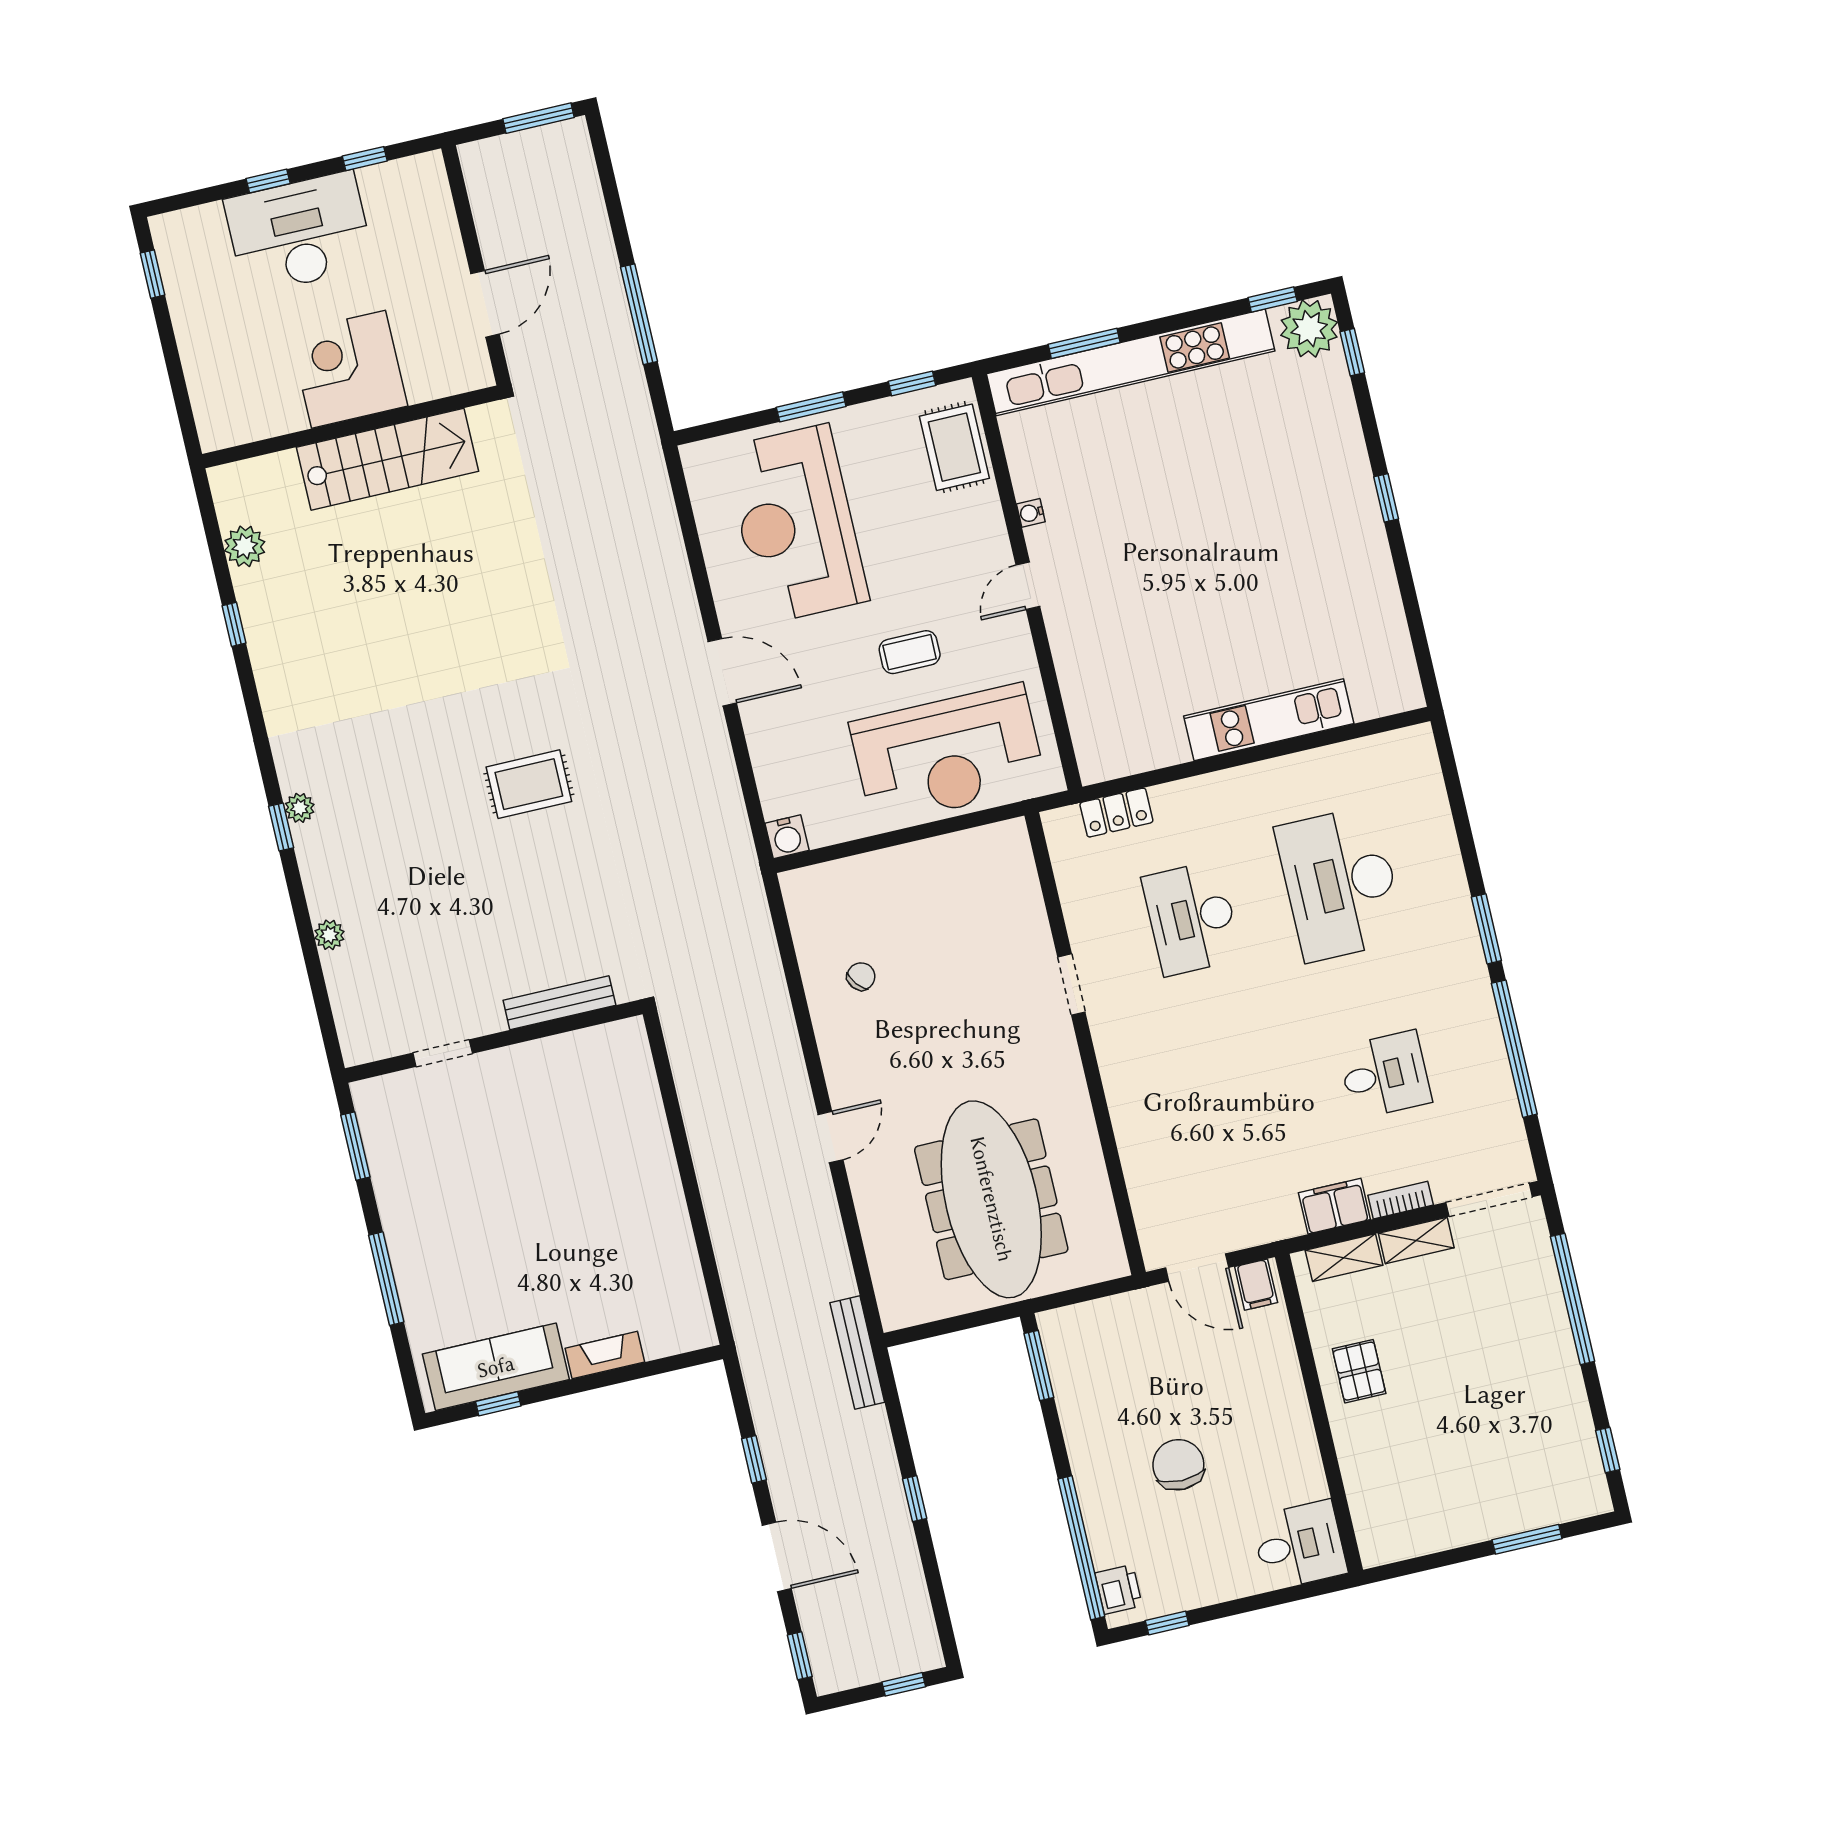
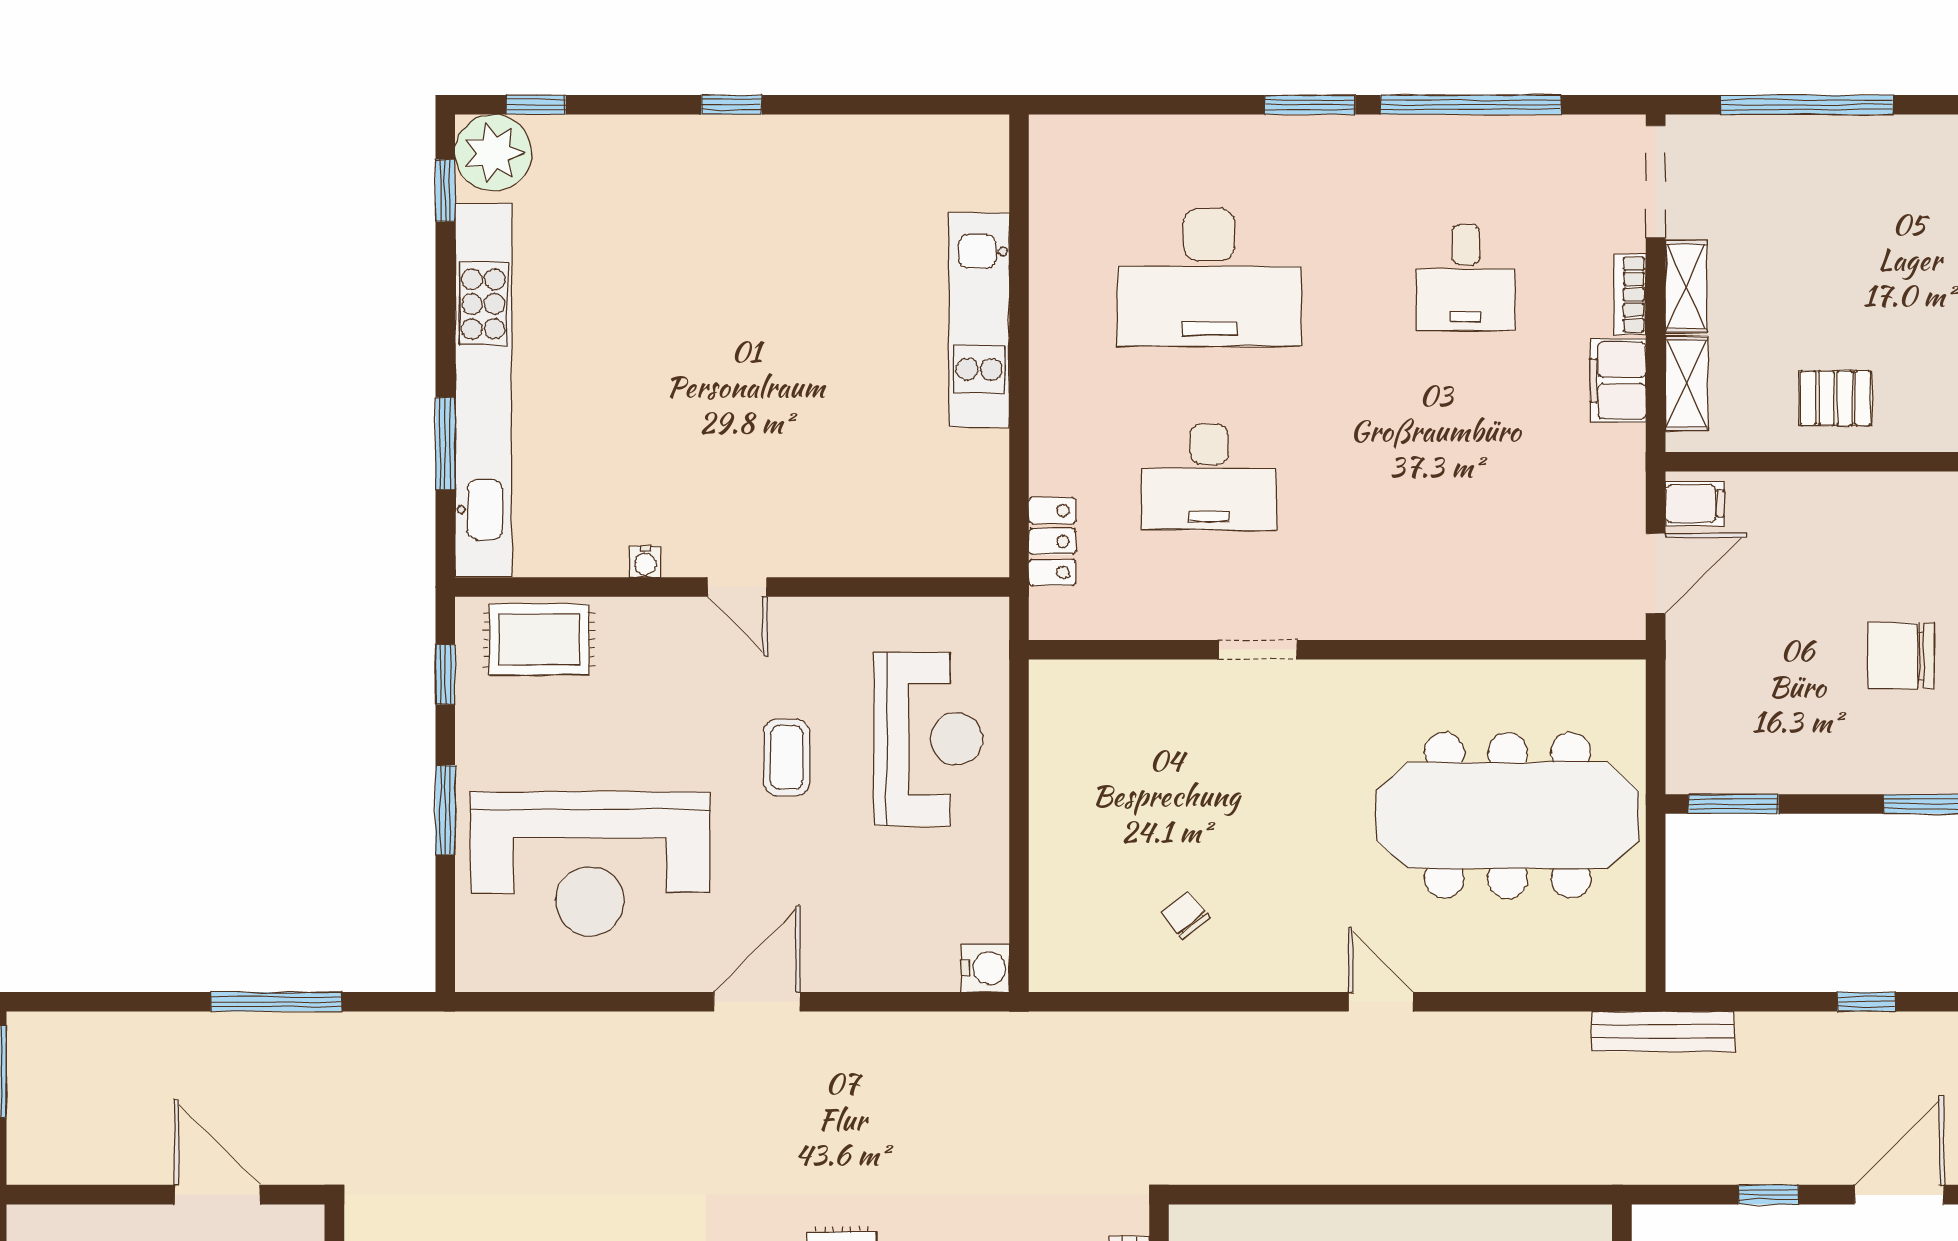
reception desk: (948, 754) -> (928, 739), width x0.74, depth x0.77
desk: (1385, 1075) -> (1466, 278), turned 180

